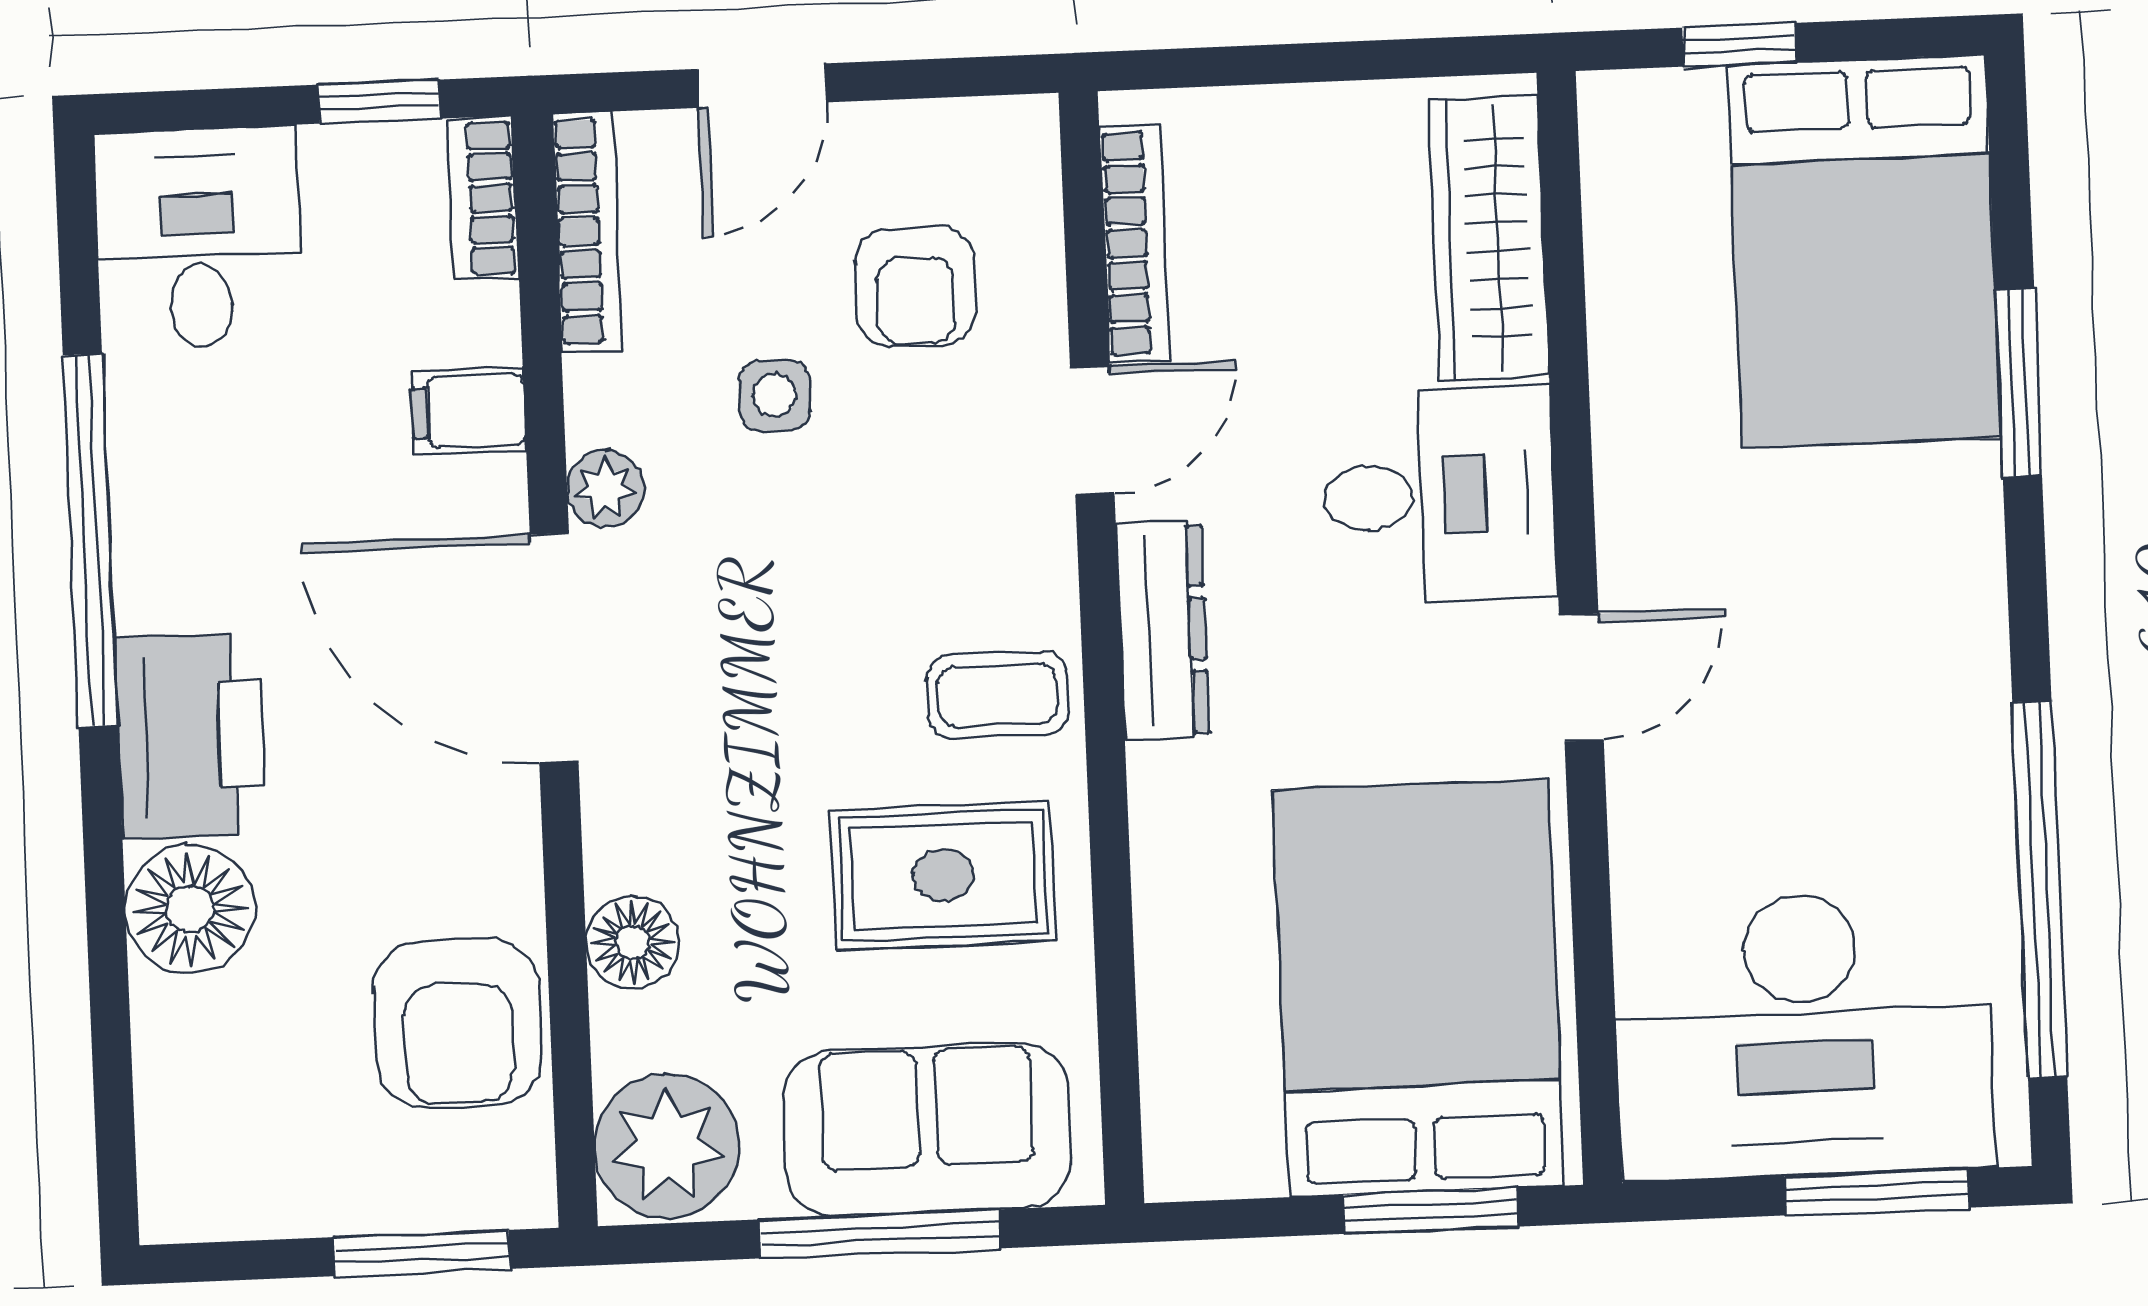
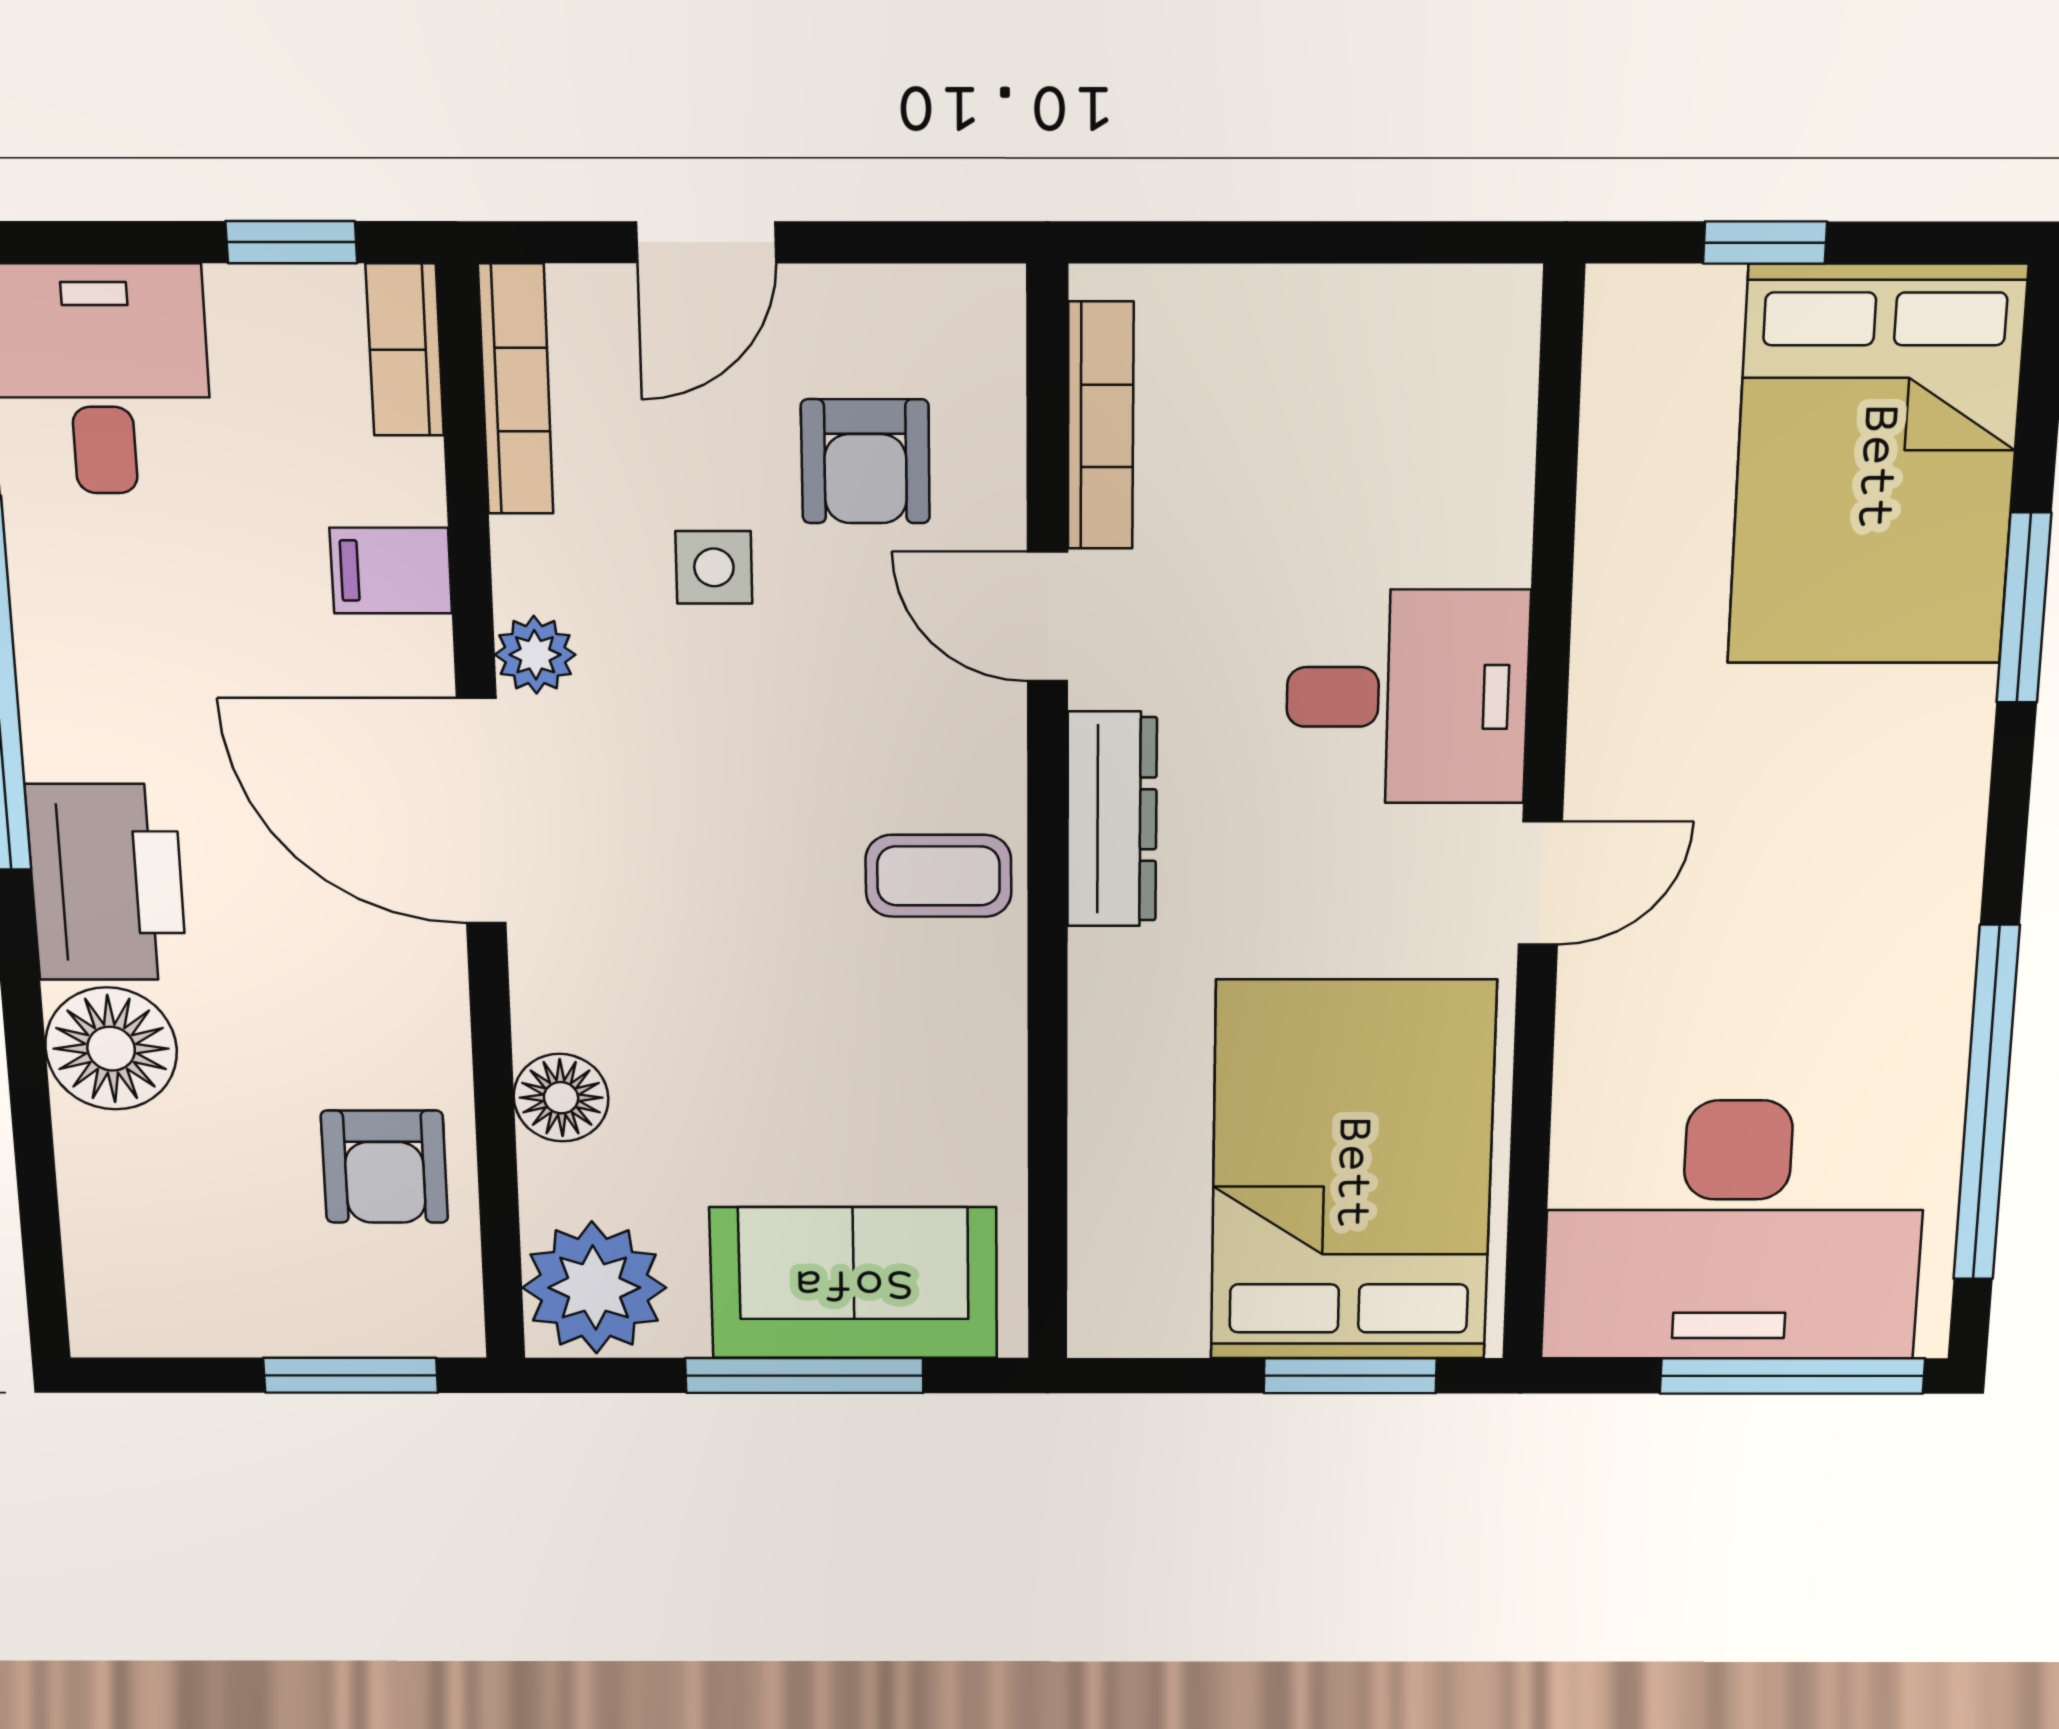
wardrobe: (1489, 238) -> (1479, 436), removed
door: (1092, 430) -> (1047, 617), swing flipped
rug: (943, 875) -> (877, 1047), removed
armchair: (458, 1023) -> (384, 1167), width x0.72, depth x0.72
window: (1877, 1192) -> (1792, 1376), width x1.44

